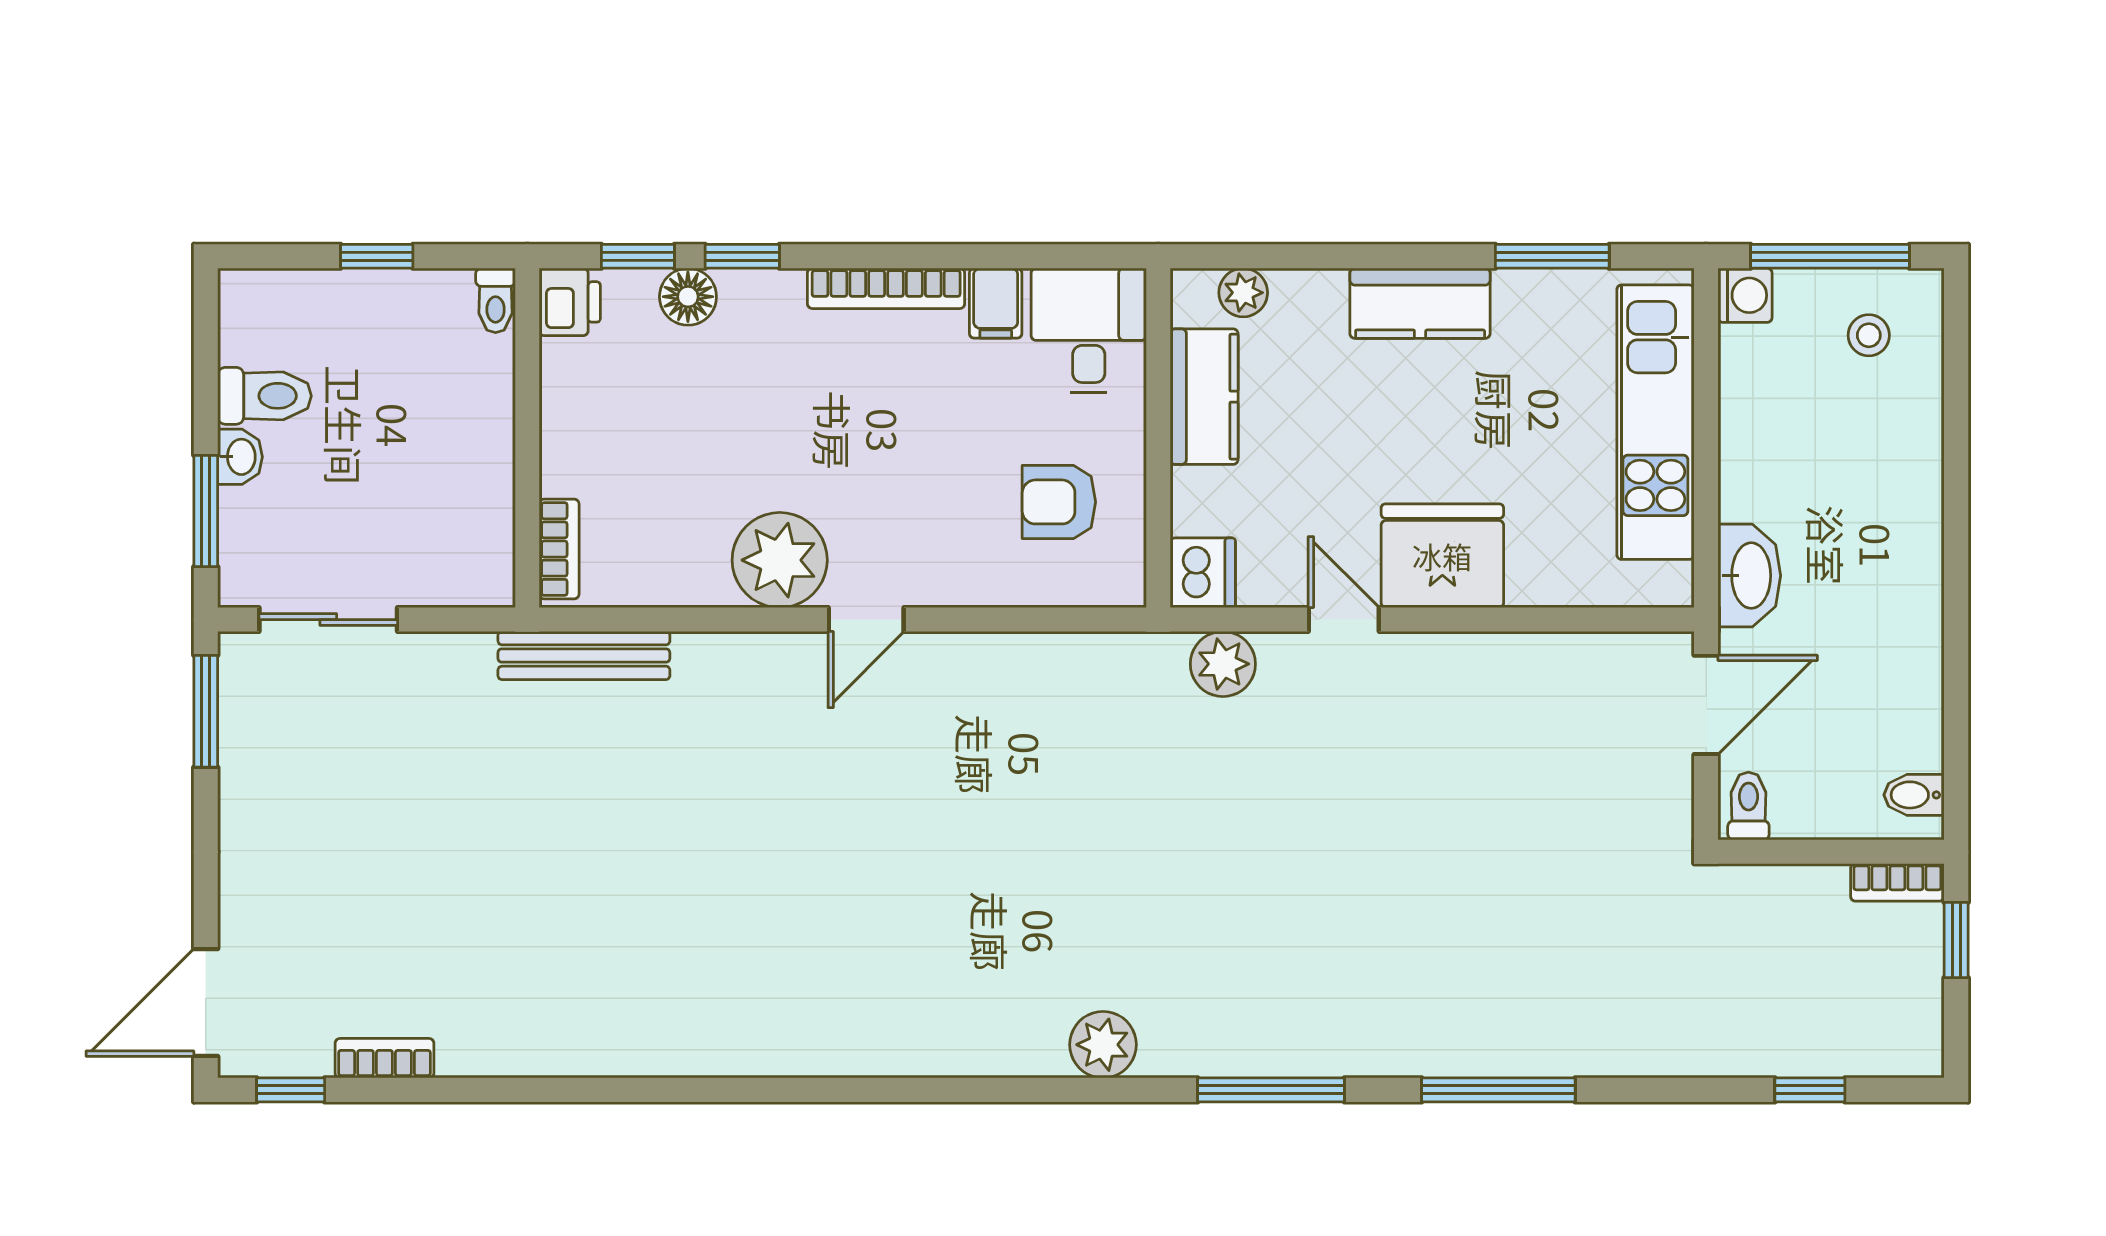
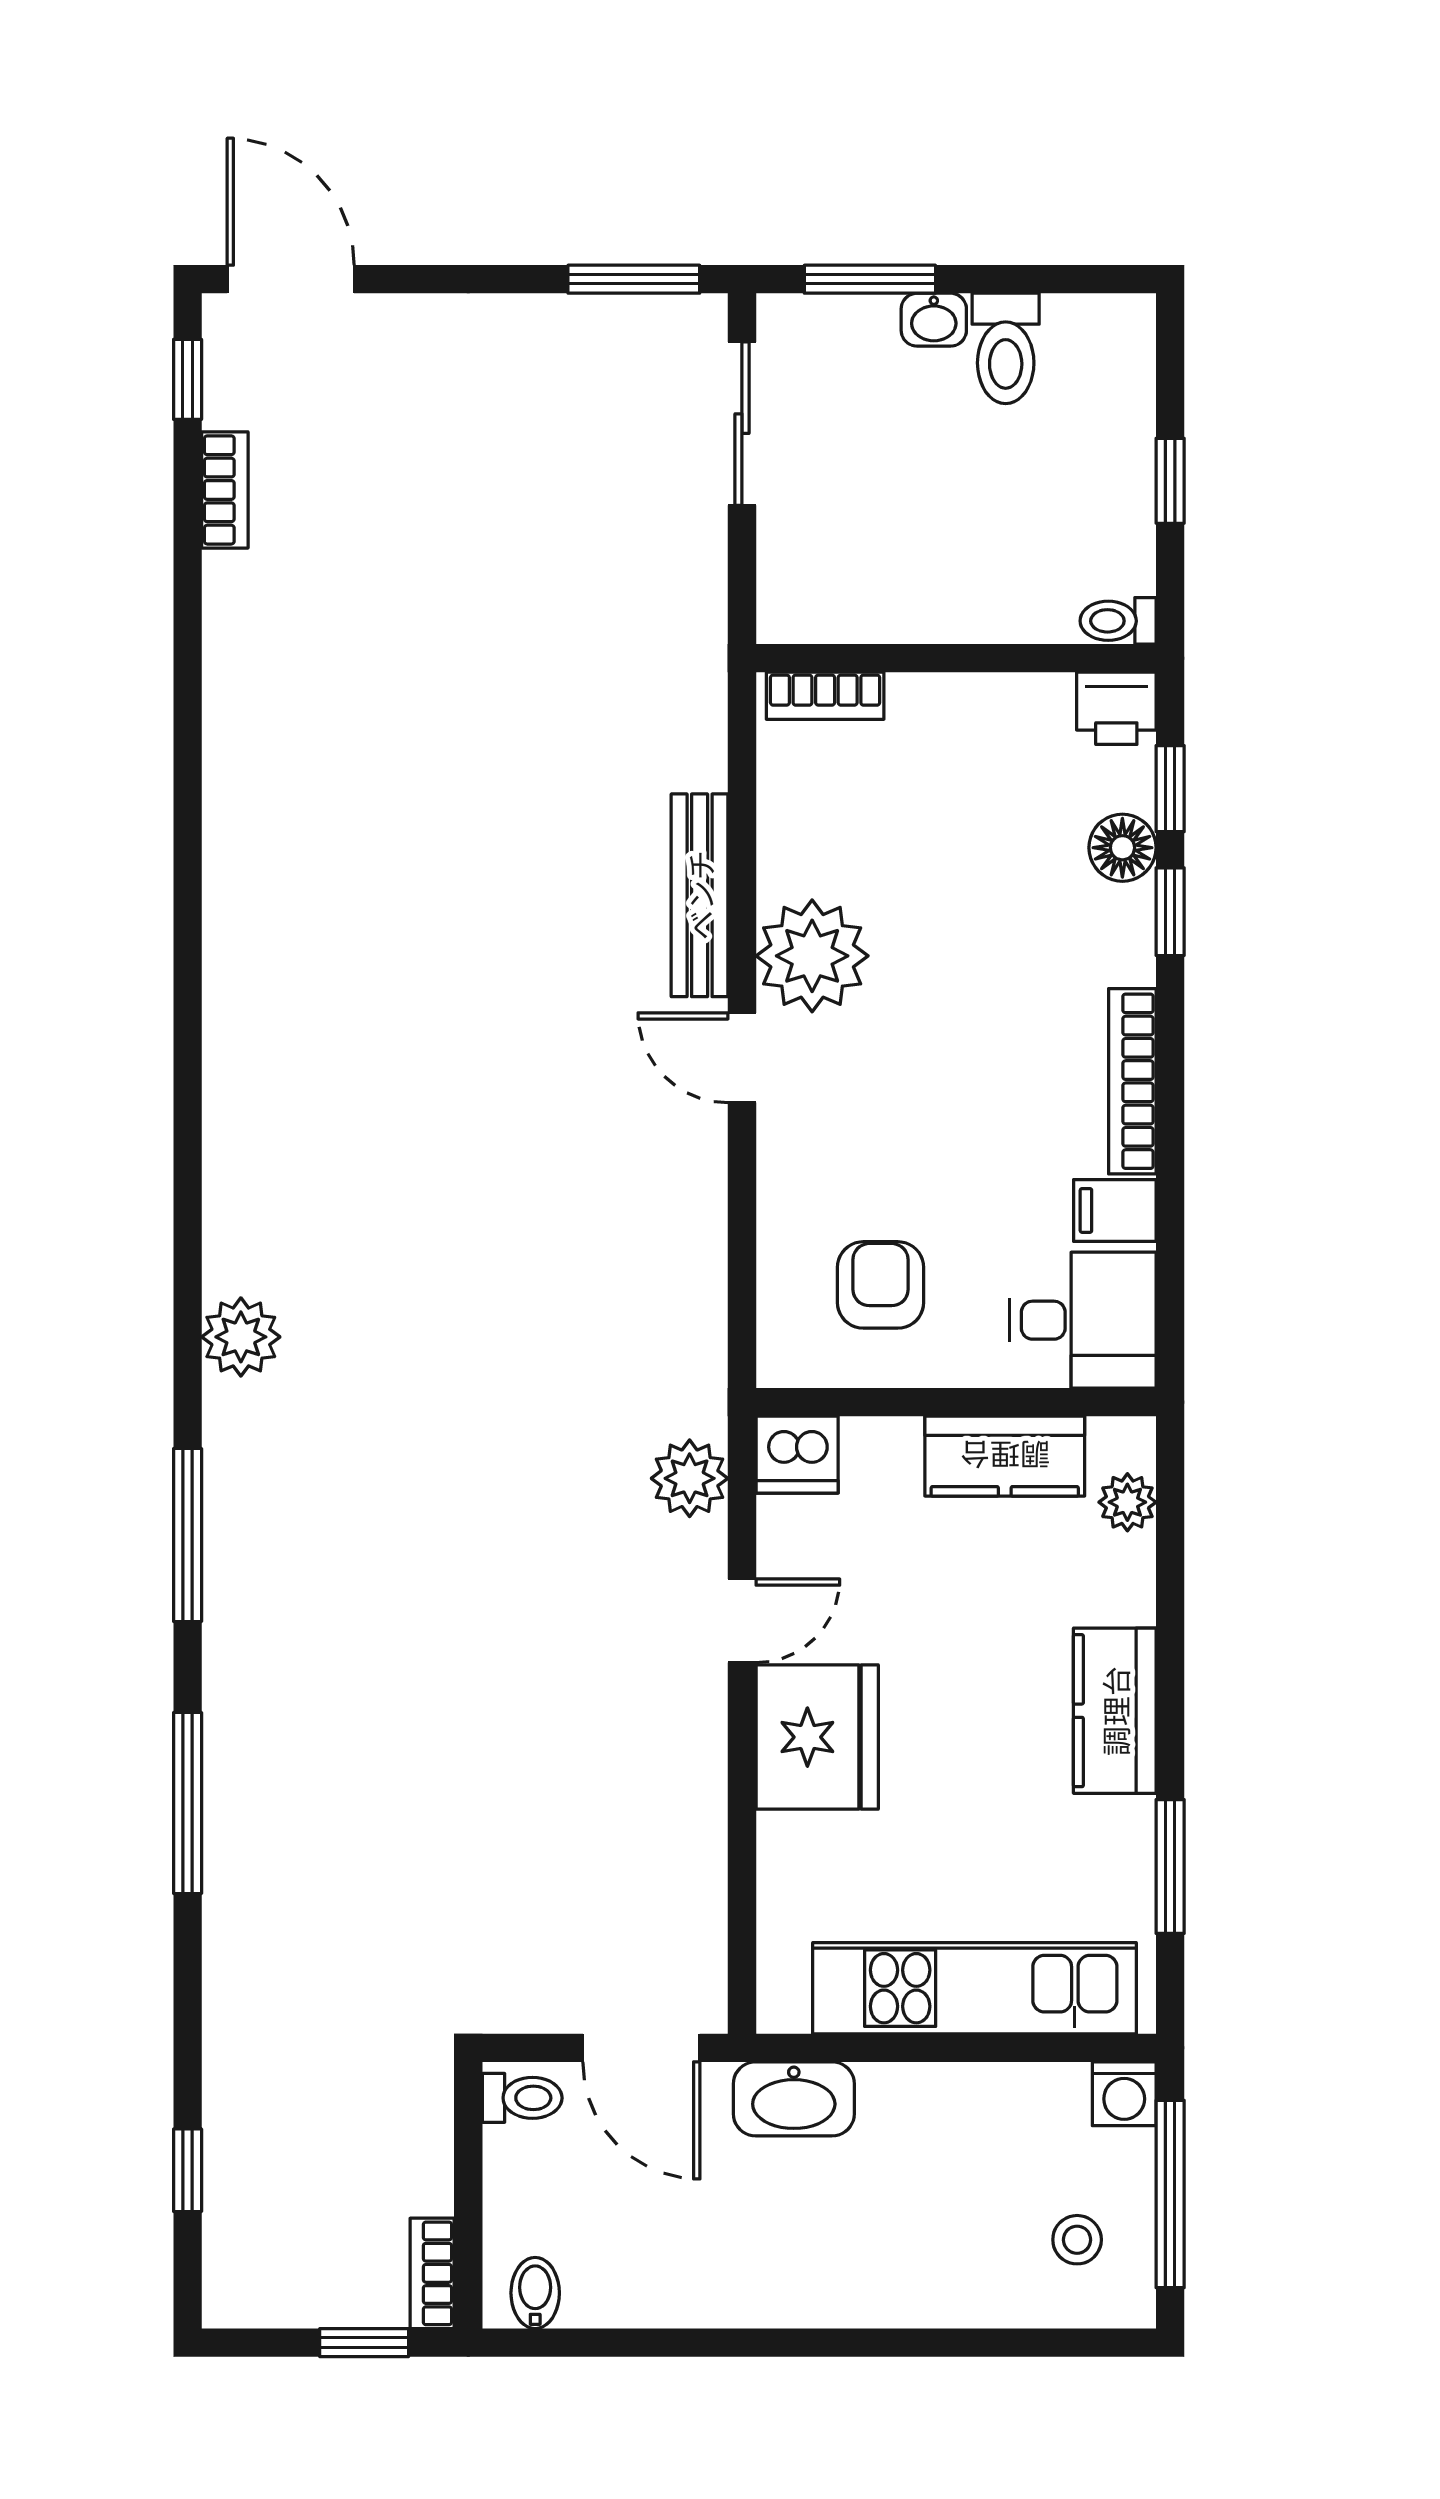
bench: (584, 655) -> (700, 895), moved

